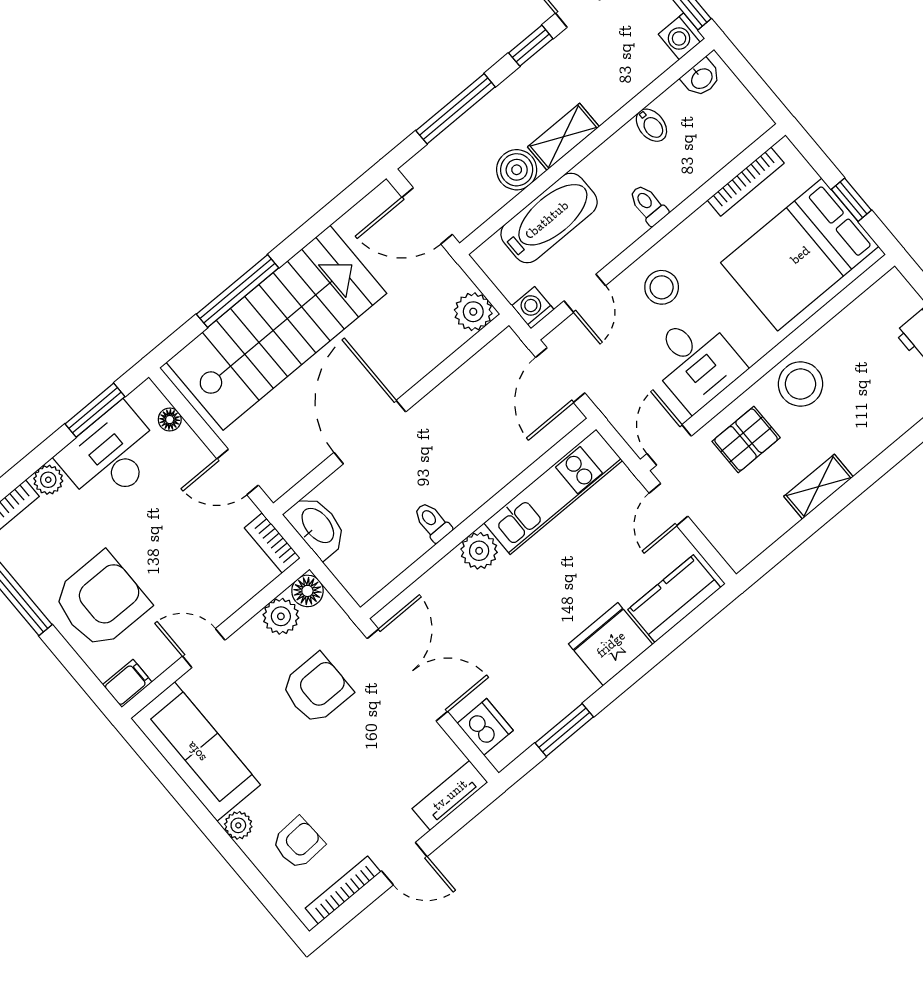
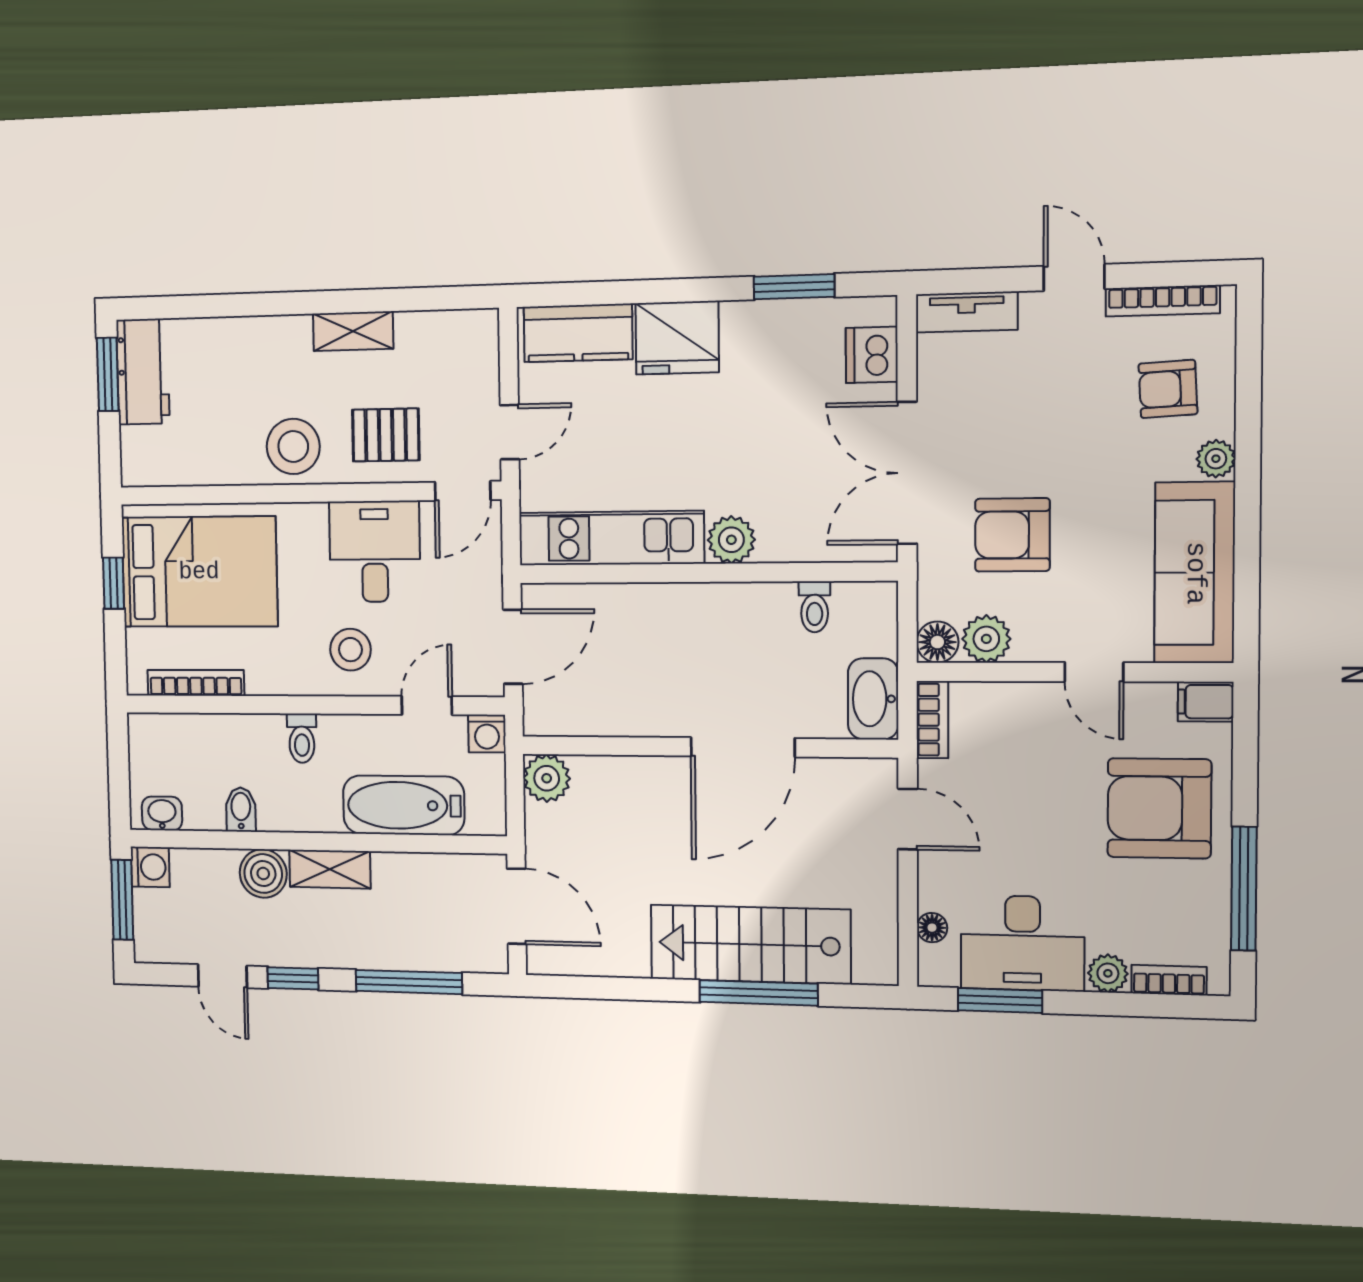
boiler: (517, 170) -> (263, 873), moved
stairs: (276, 328) -> (750, 944), width x0.73, depth x0.66
toilet: (432, 522) -> (815, 607), moved

